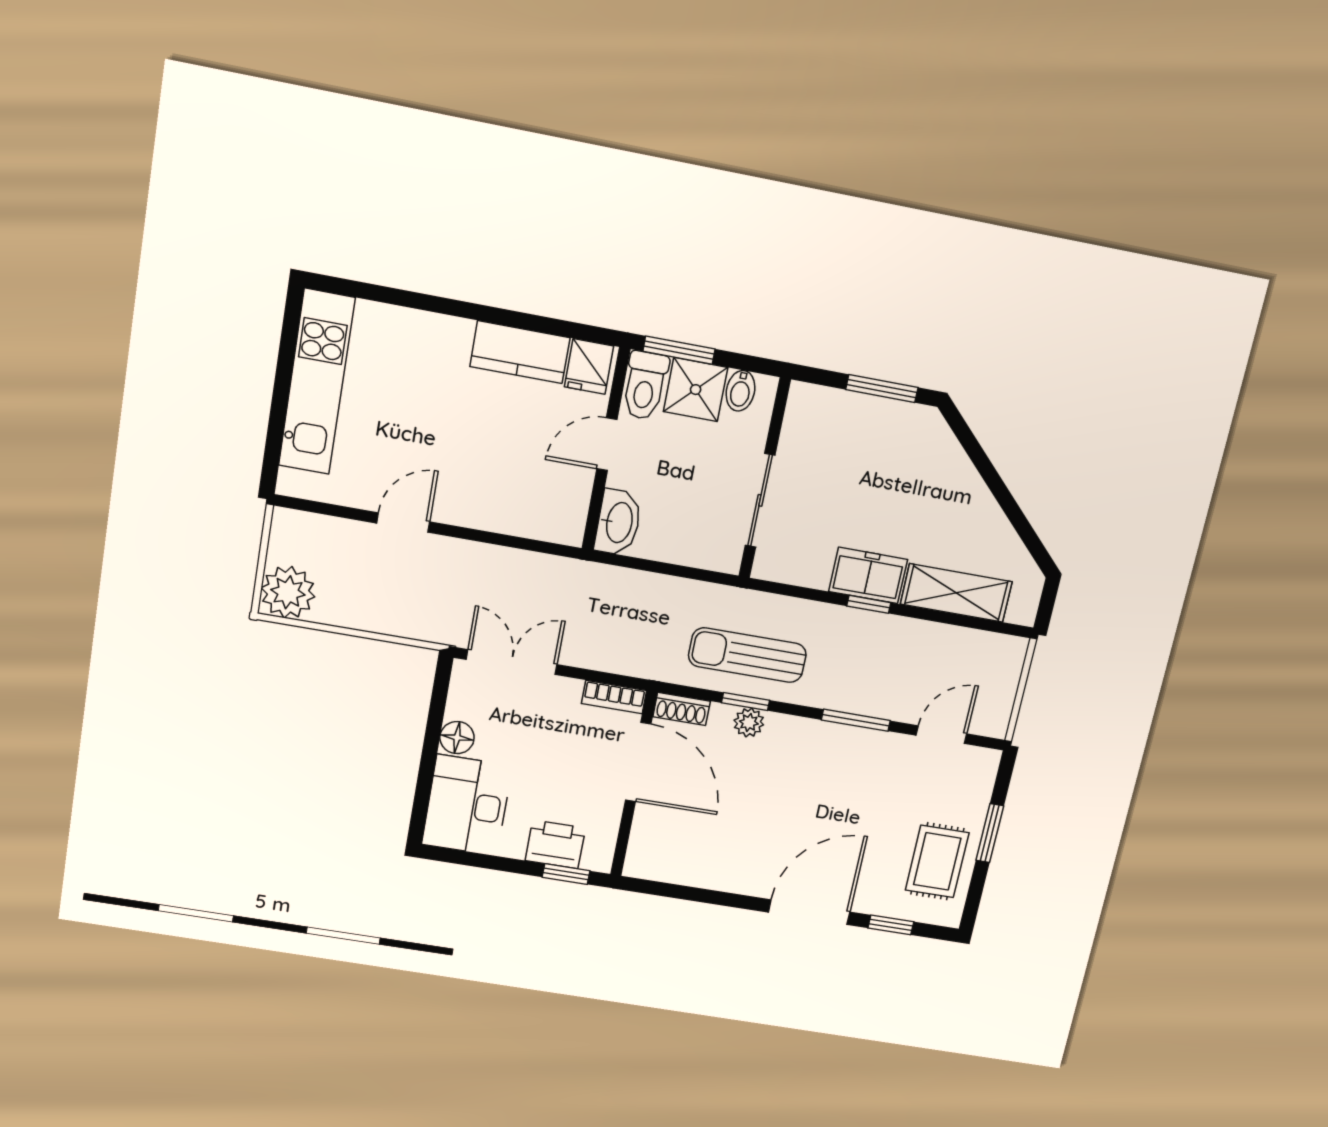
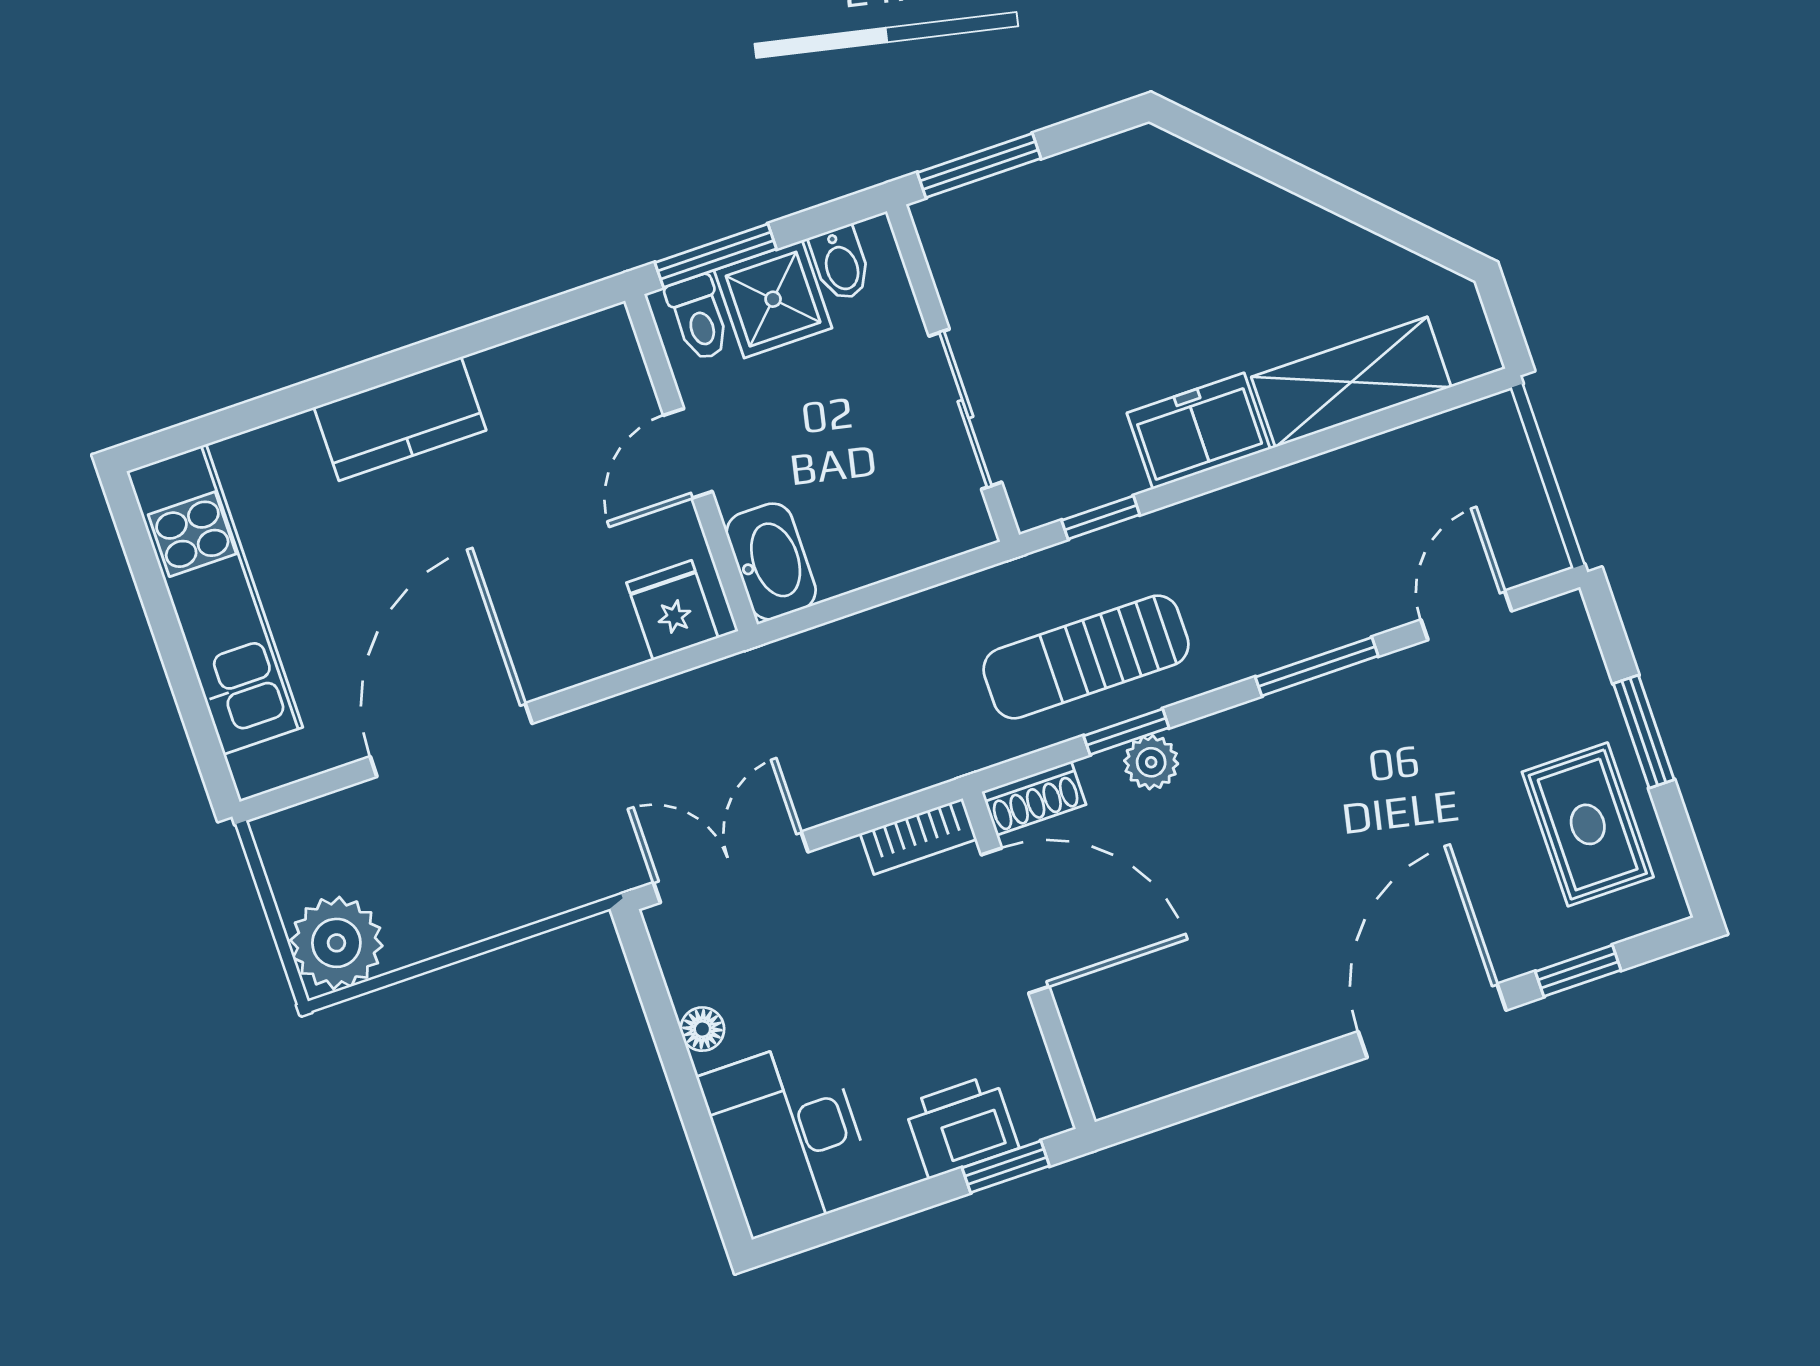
kitchen counter: (520, 352) -> (400, 419), moved
fridge: (589, 366) -> (672, 610), moved, turned 180
toilet: (645, 386) -> (699, 318), width x0.73, depth x0.72
window: (882, 388) -> (979, 165), moved
door: (403, 522) -> (451, 740), width x1.87
window: (869, 604) -> (1101, 518), moved
floor lamp: (457, 738) -> (702, 1029), width x0.73, depth x0.73

